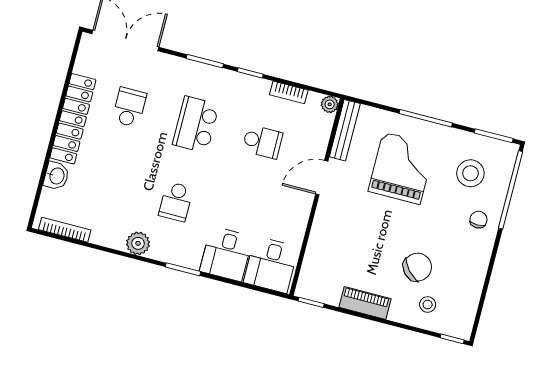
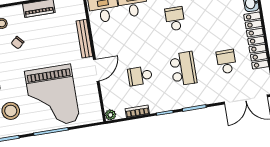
school desk: (129, 107) -> (226, 62), turned 180
bench: (345, 130) -> (84, 39), moved
grand piano: (402, 168) -> (52, 96), width x1.37, depth x1.48
chair: (417, 267) -> (18, 43), width x0.54, depth x0.54

